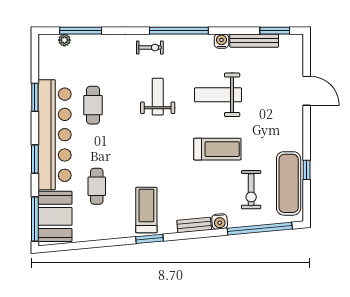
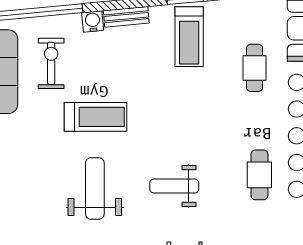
weight bench: (218, 95) -> (95, 188), turned -90
weight bench: (158, 97) -> (174, 186), turned 90
treadmill: (217, 149) -> (96, 117), turned 180

